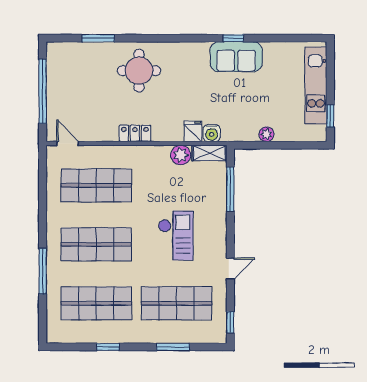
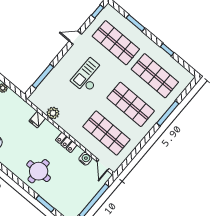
water cooler: (212, 133) -> (85, 159), moved
shelving: (209, 153) -> (38, 102), removed

